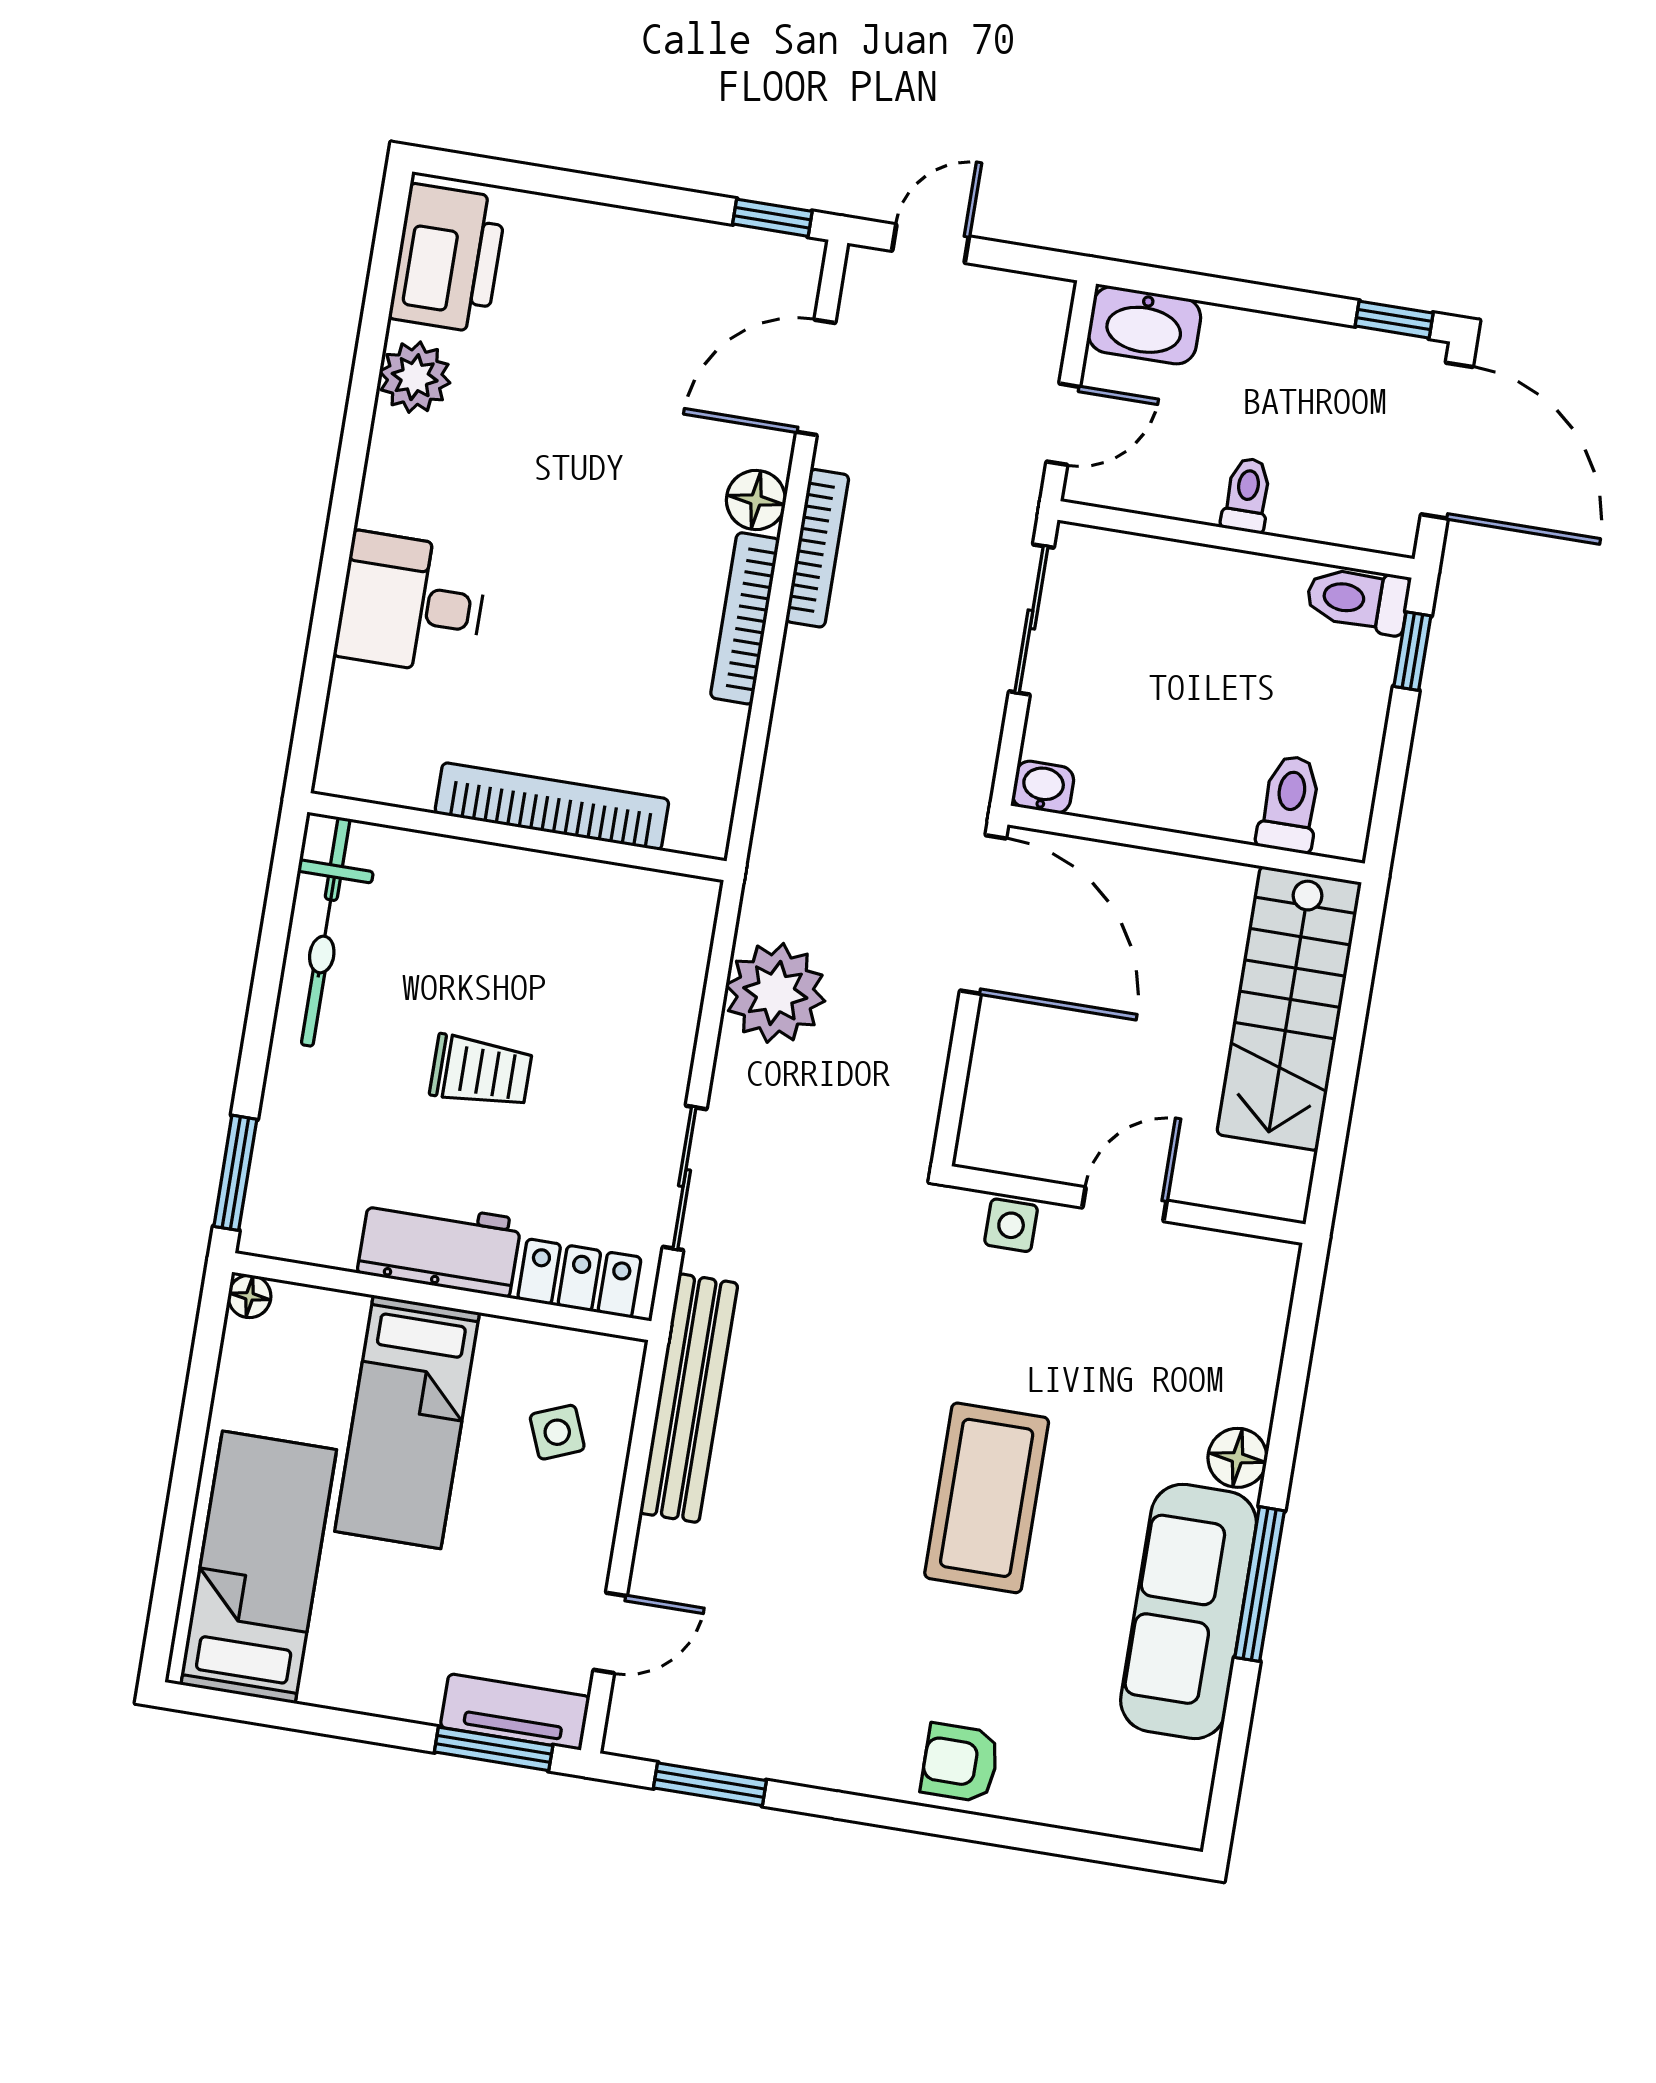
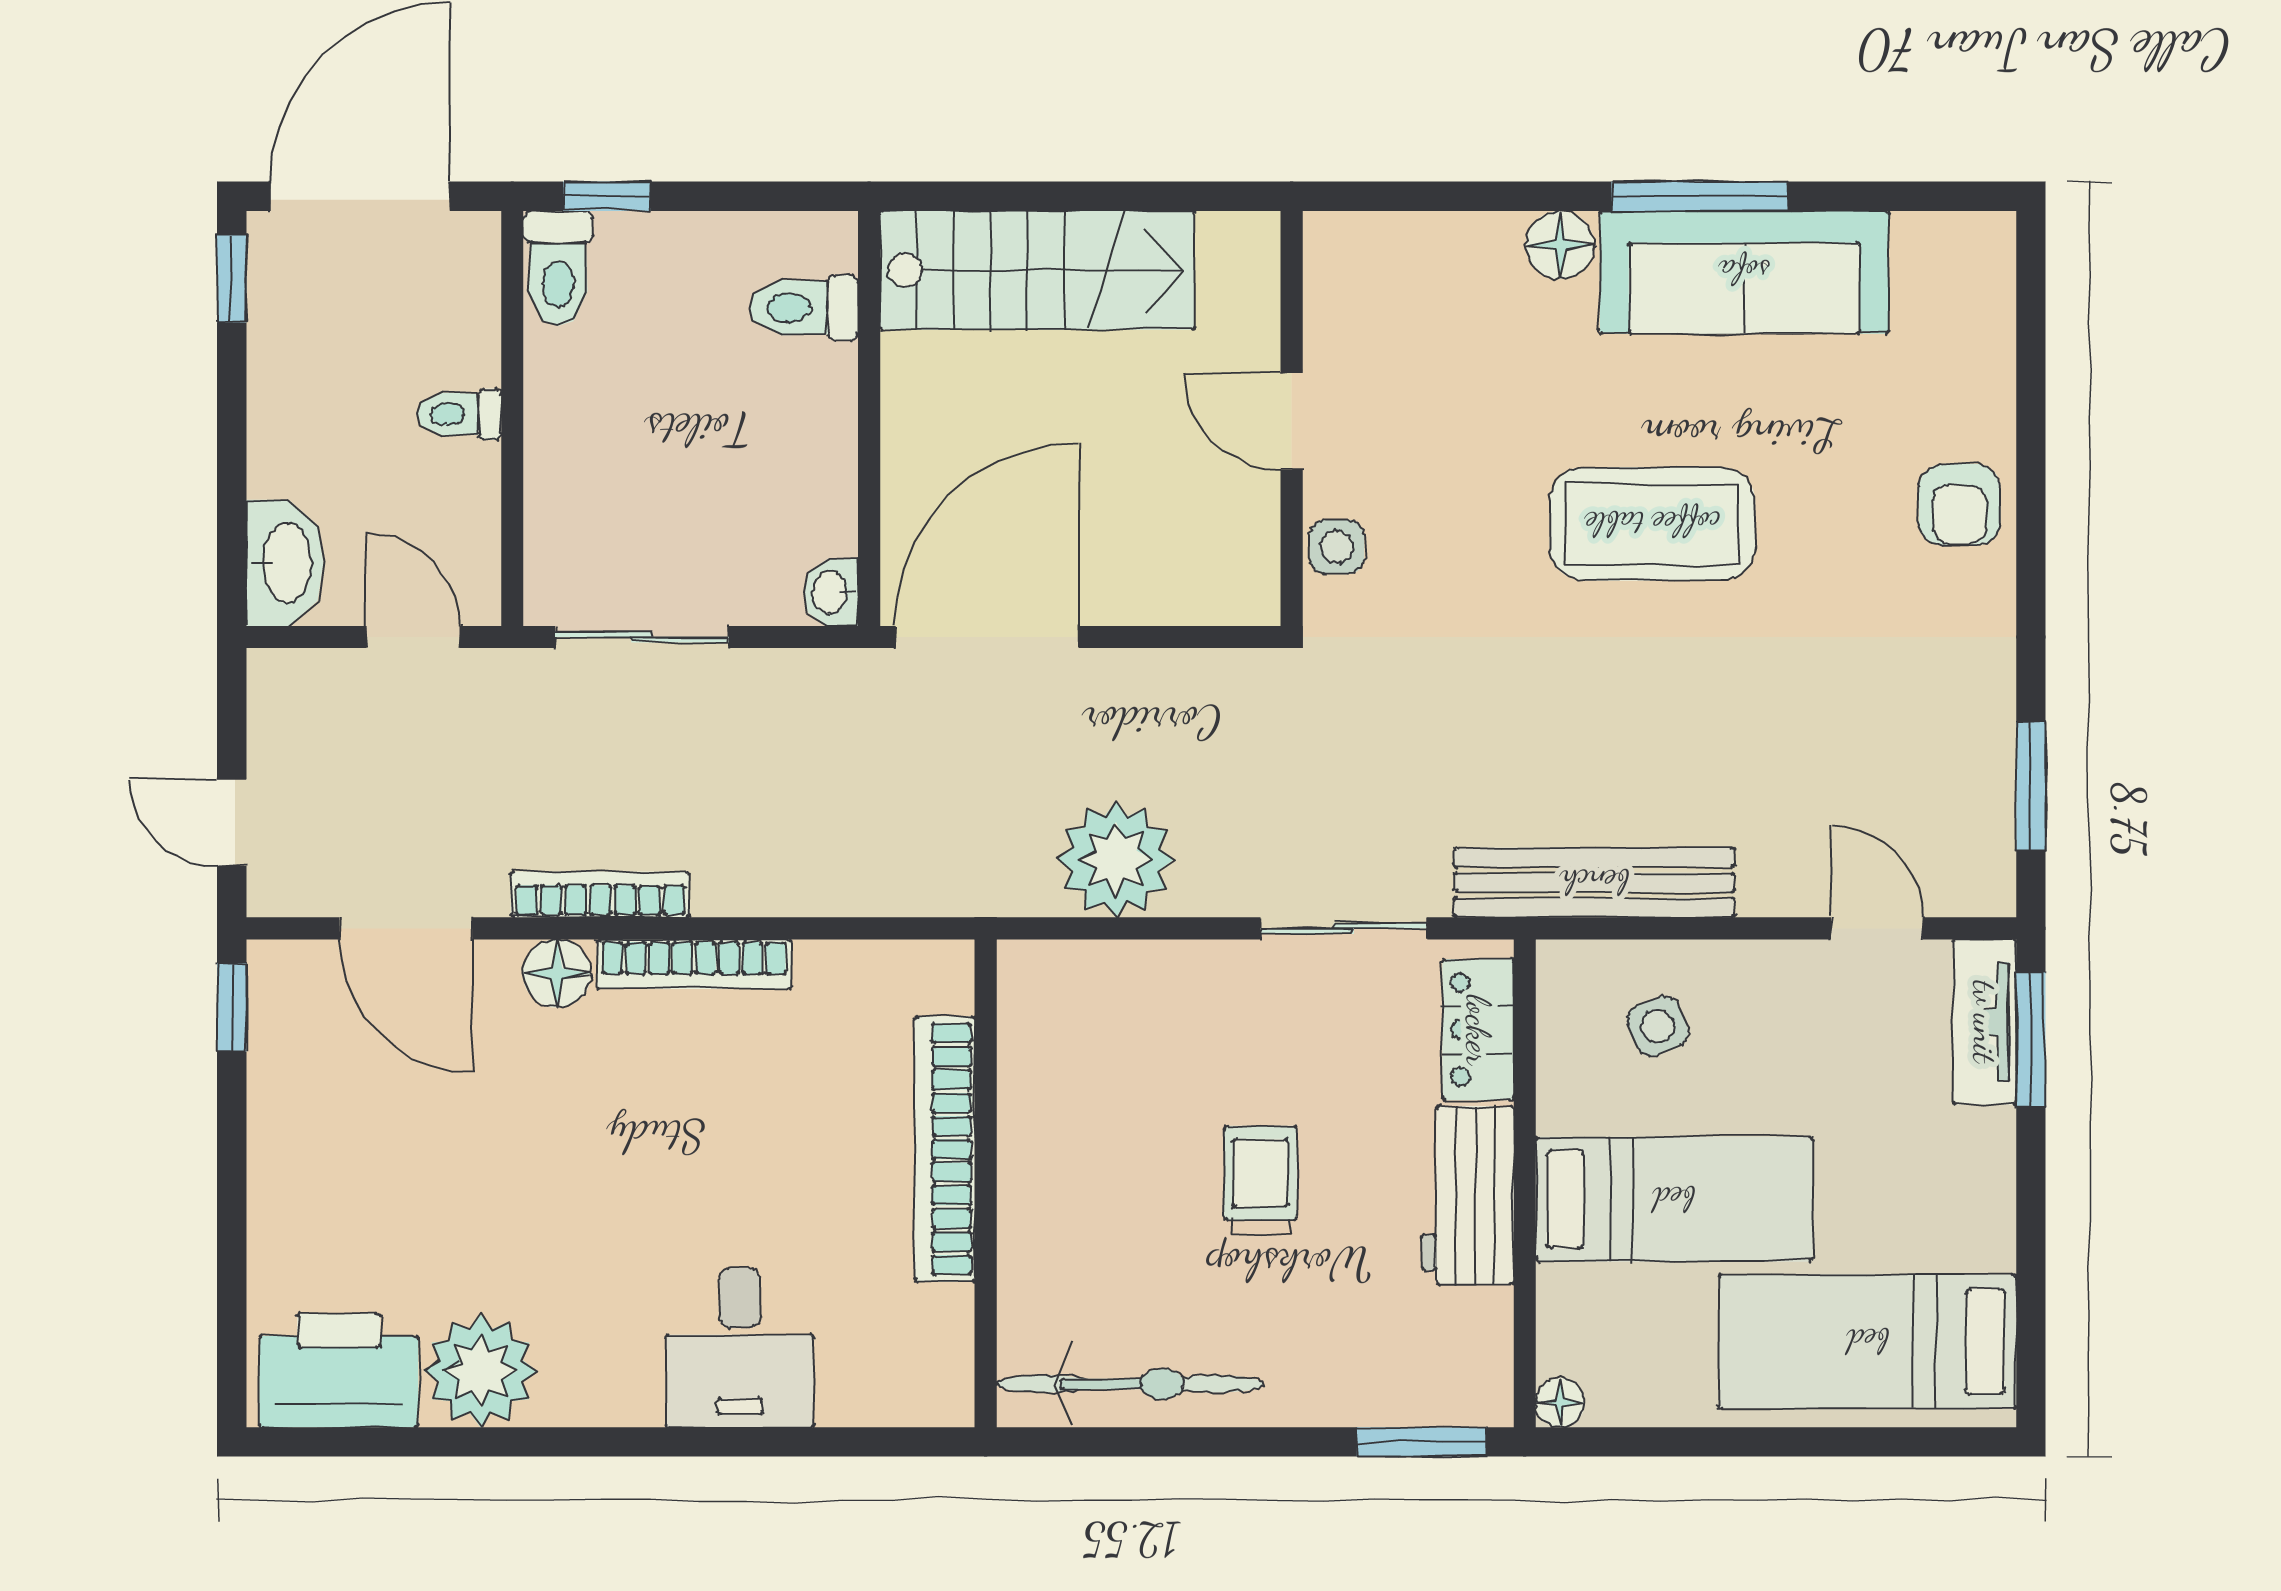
plant: (415, 377) -> (481, 1371), width x1.36, depth x1.36

